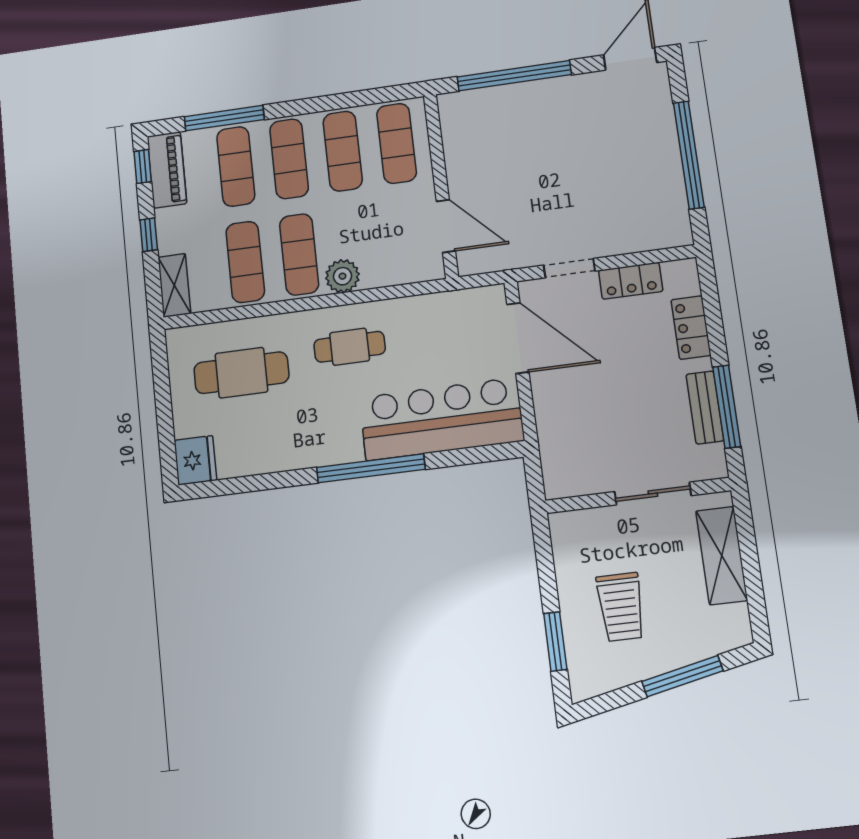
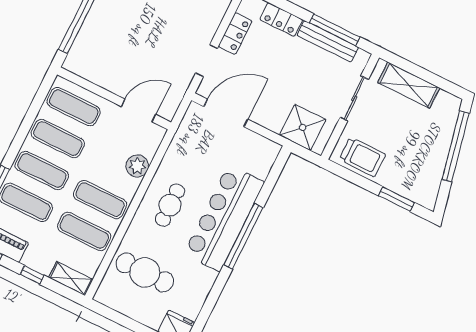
plant: (342, 276) -> (137, 166), moved
cafe table: (241, 373) -> (145, 272), turned 90
bench: (705, 407) -> (328, 41), width x1.36
bar counter: (441, 419) -> (224, 218), moved
shower: (567, 451) -> (303, 127), added
trolley: (621, 607) -> (362, 157), moved
window: (682, 676) -> (456, 146), width x1.46

